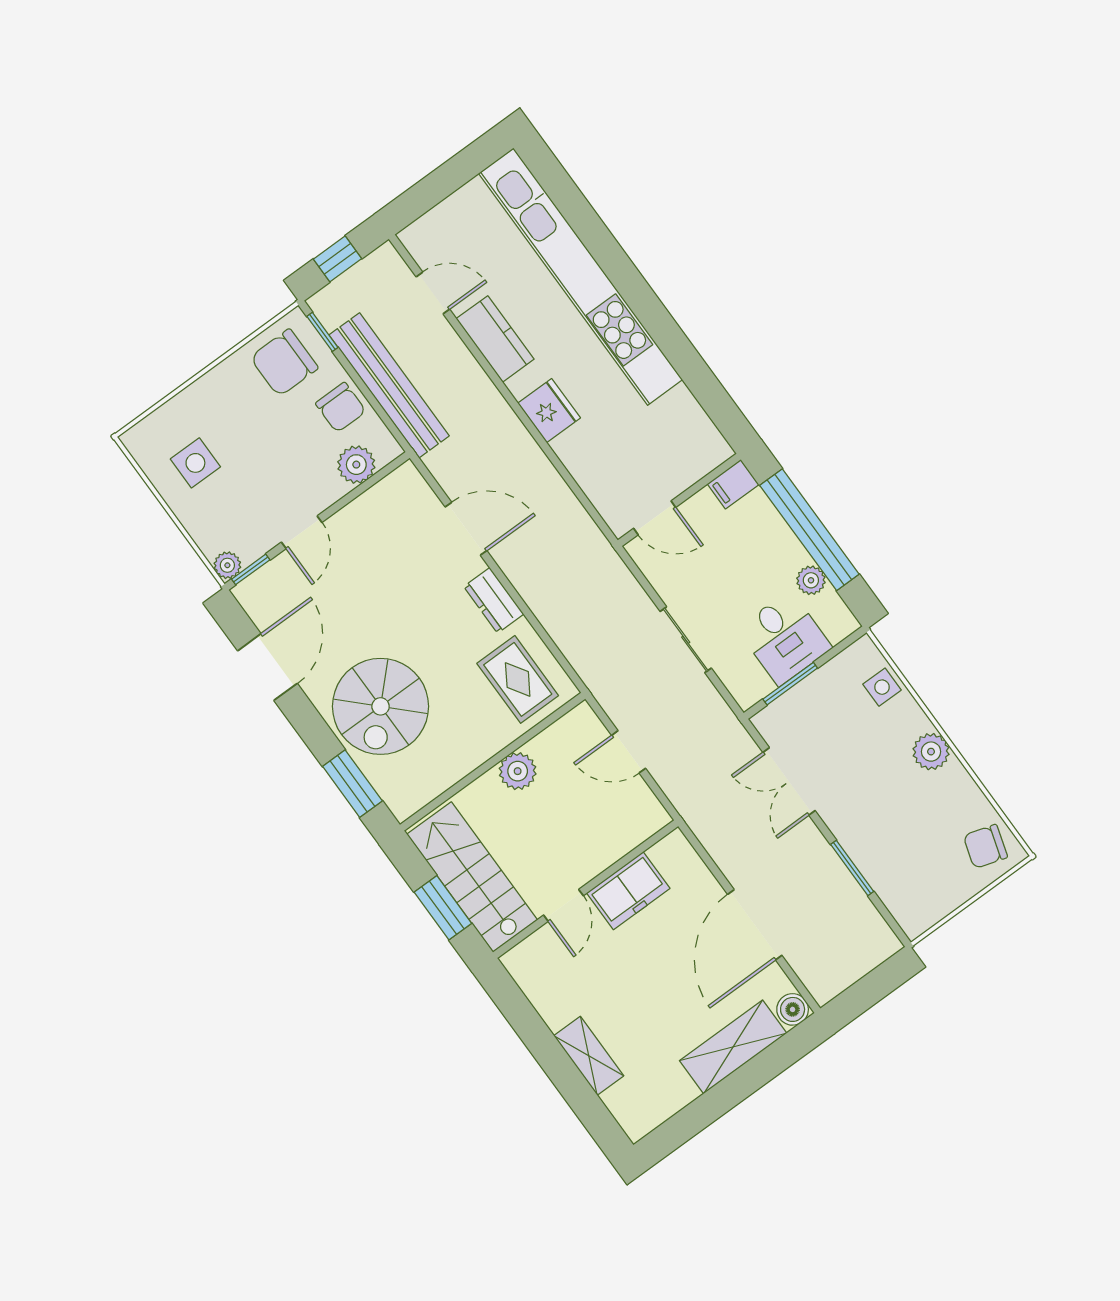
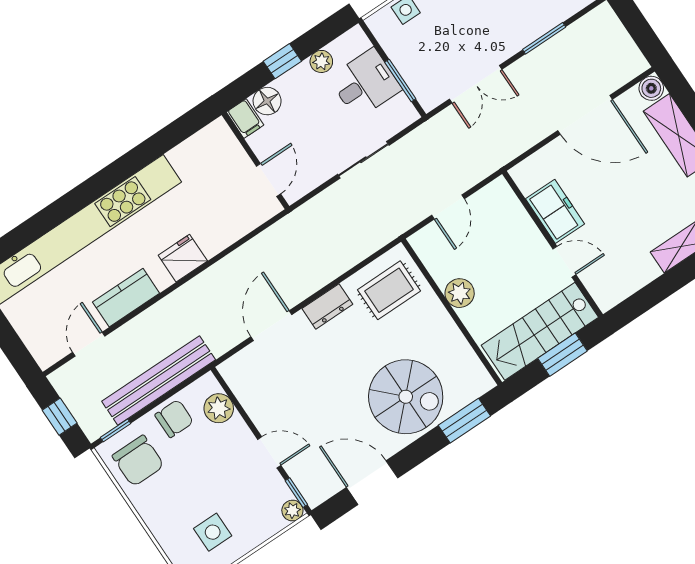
floor lamp: (757, 512) -> (267, 101), added
window: (809, 530) -> (282, 61), width x0.32

